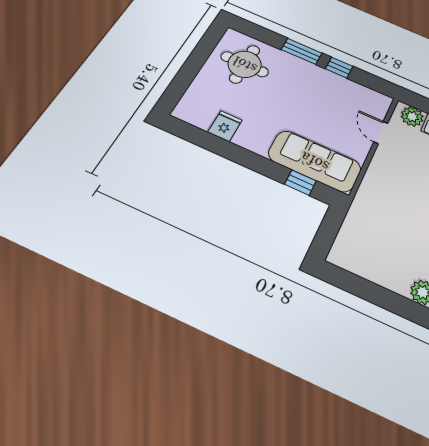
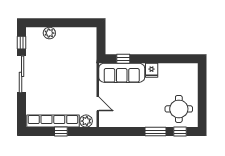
window: (339, 68) -> (180, 132), moved
fridge: (225, 126) -> (152, 70), moved

